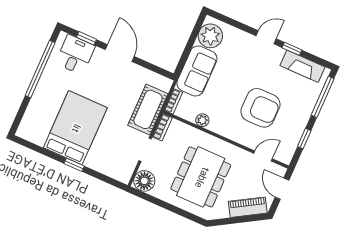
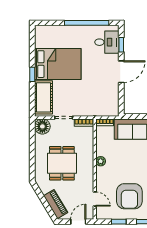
armchair: (260, 108) -> (129, 196), moved
cot: (148, 109) -> (44, 97), moved, turned 90
plant: (202, 120) -> (101, 161), moved
dining table: (201, 177) -> (62, 163), width x0.73

